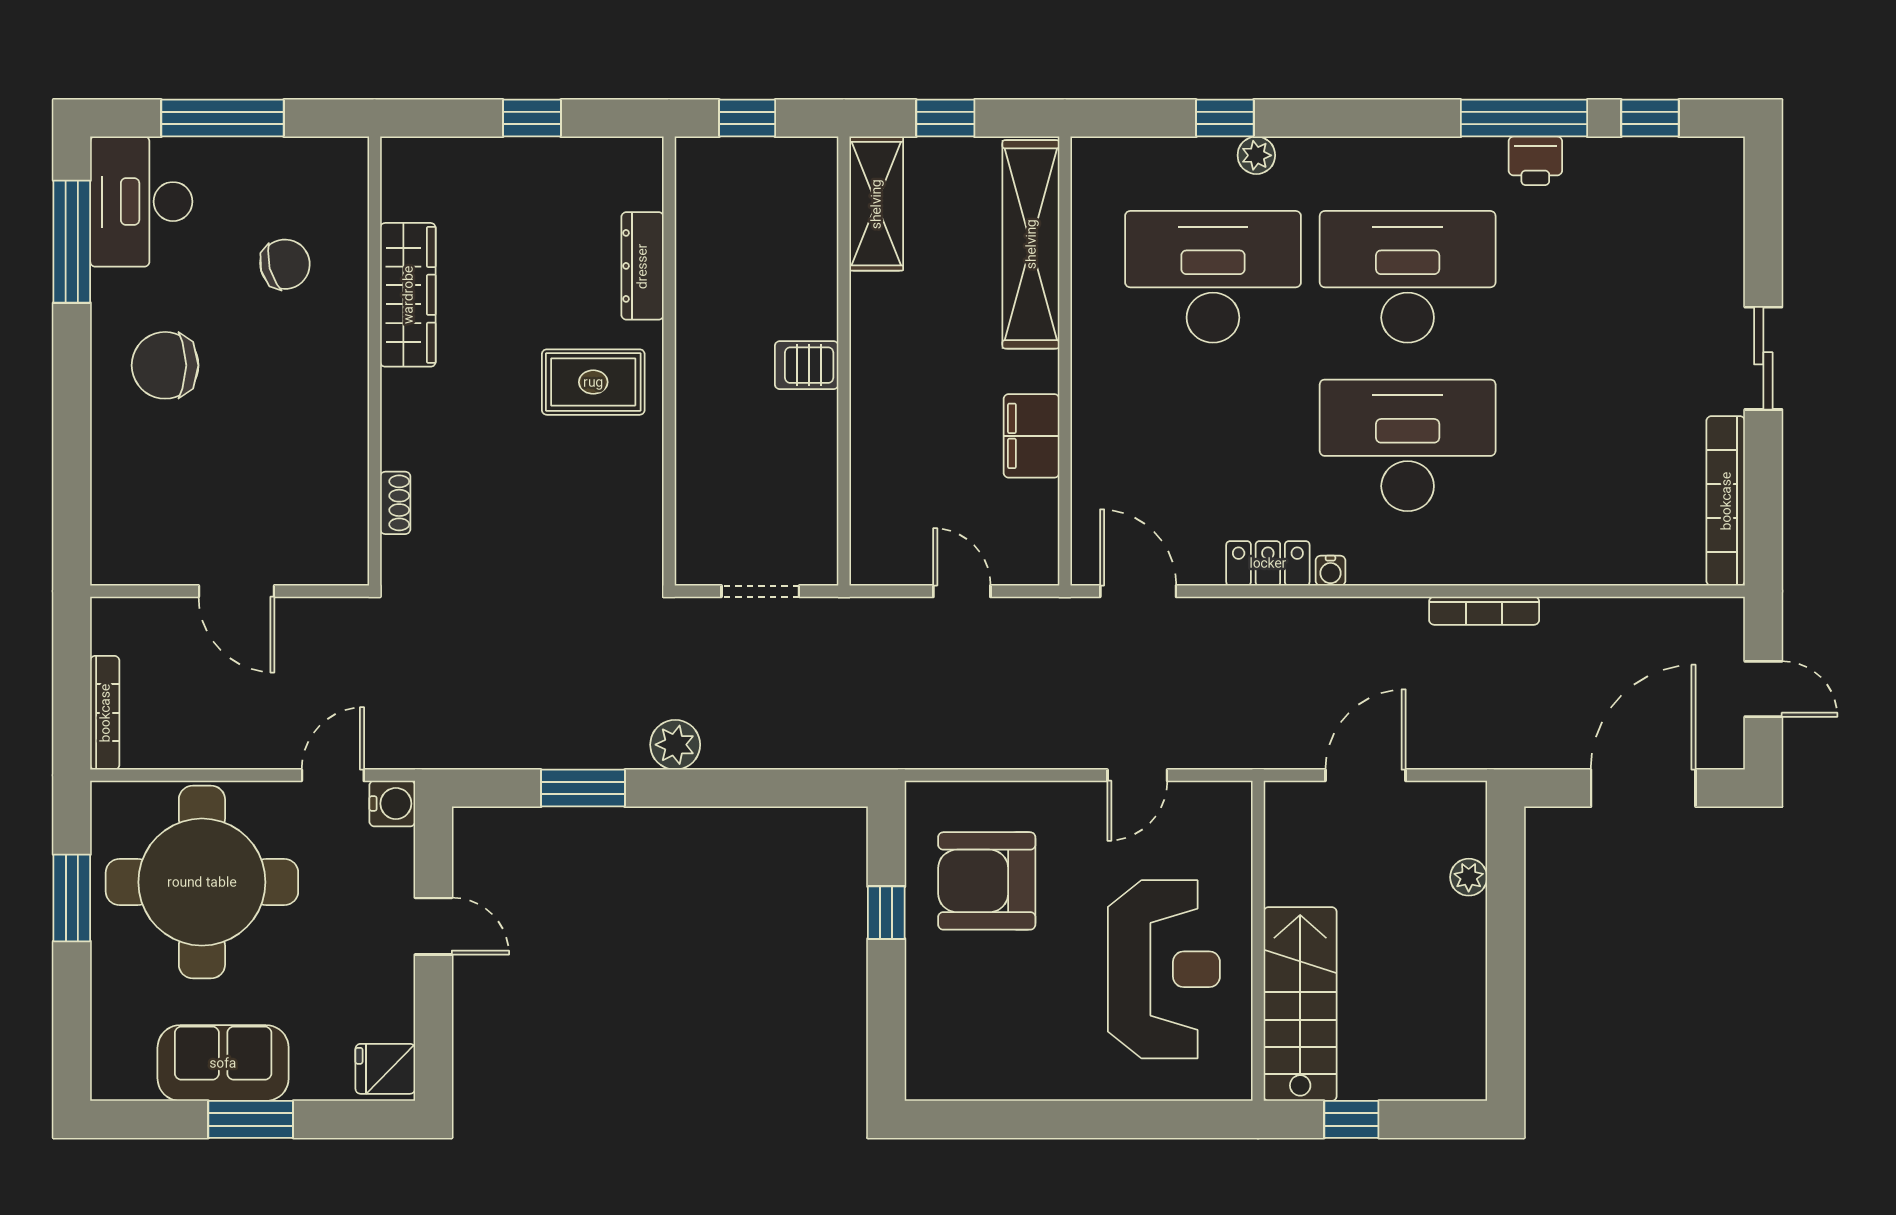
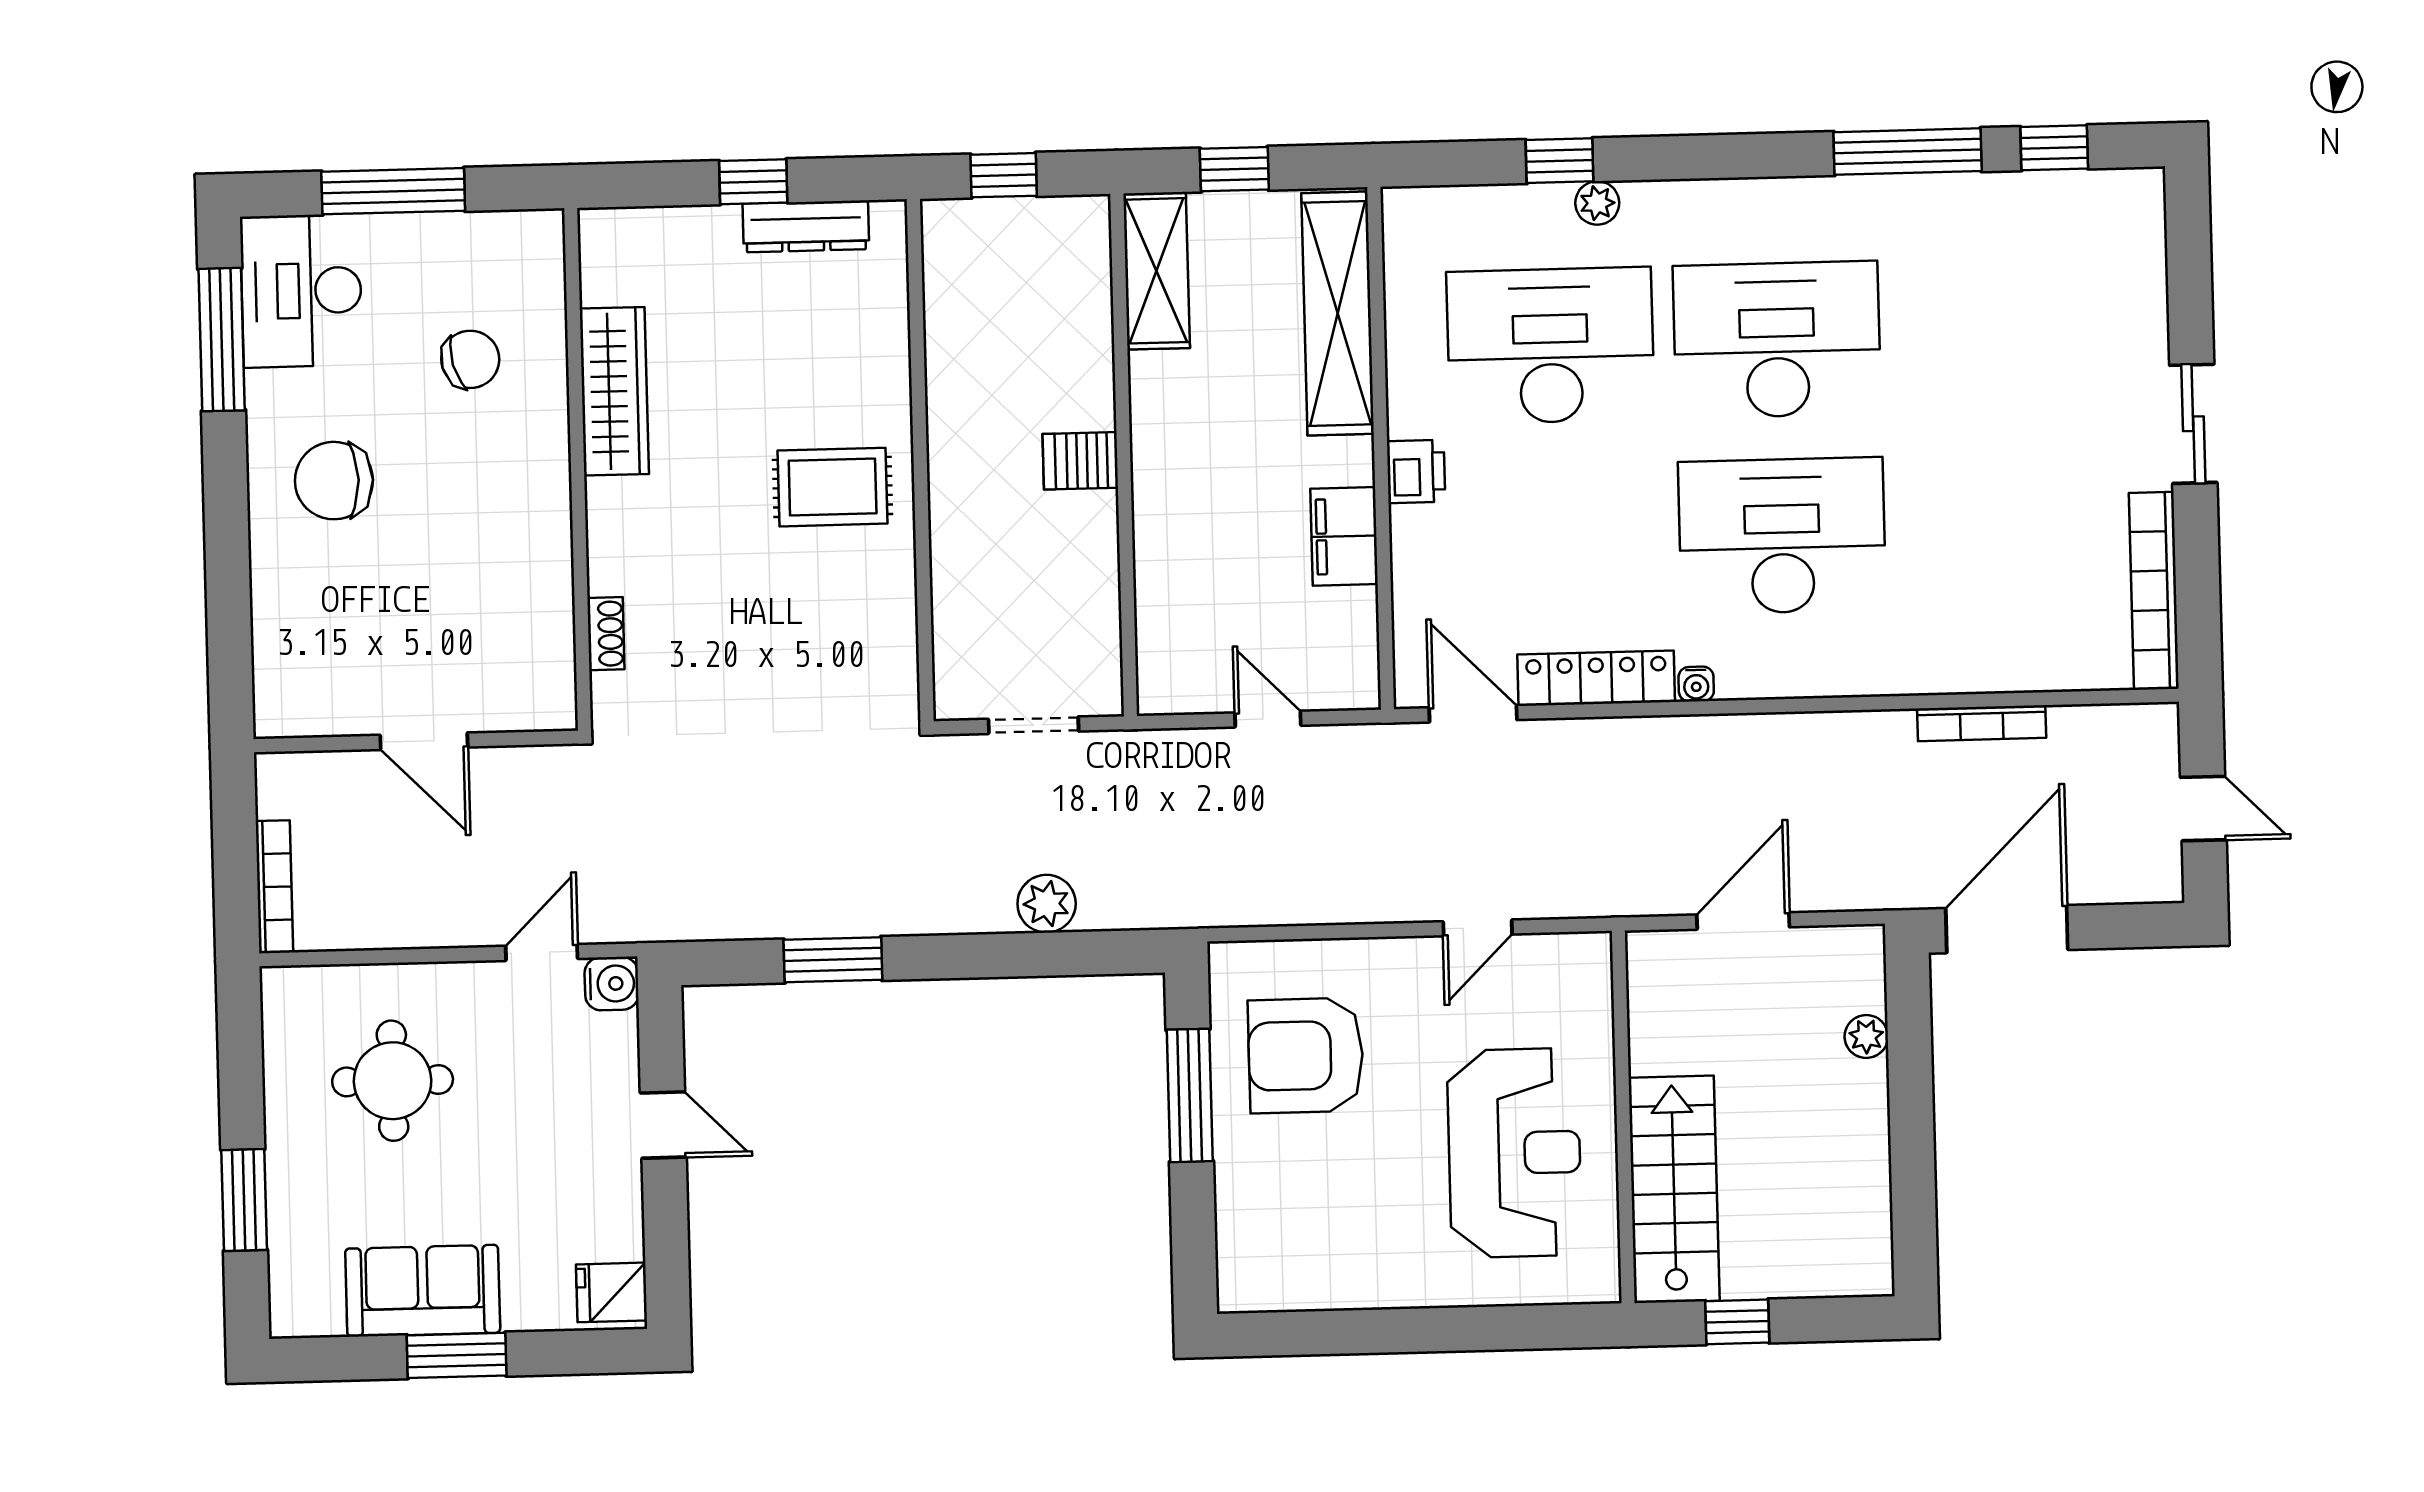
printer: (1535, 161) -> (1416, 471), moved, turned -90
dresser: (642, 266) -> (806, 226), moved, turned -90
locker: (1268, 563) -> (1596, 678), width x1.53
bookcase: (1484, 611) -> (1982, 723), moved
plant: (675, 745) -> (1047, 904), moved
door: (1643, 788) -> (2007, 929), moved
round table: (202, 882) -> (393, 1081), width x0.54, depth x0.54
window: (72, 898) -> (244, 1200), moved
window: (886, 913) -> (1190, 1095), width x2.17

